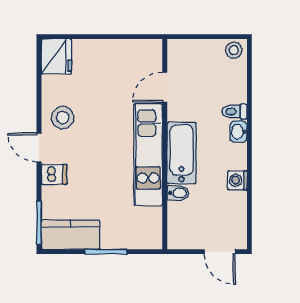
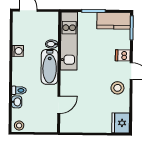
washbasin: (238, 132) -> (17, 102), moved
kitchen unit: (148, 155) -> (69, 41), moved

